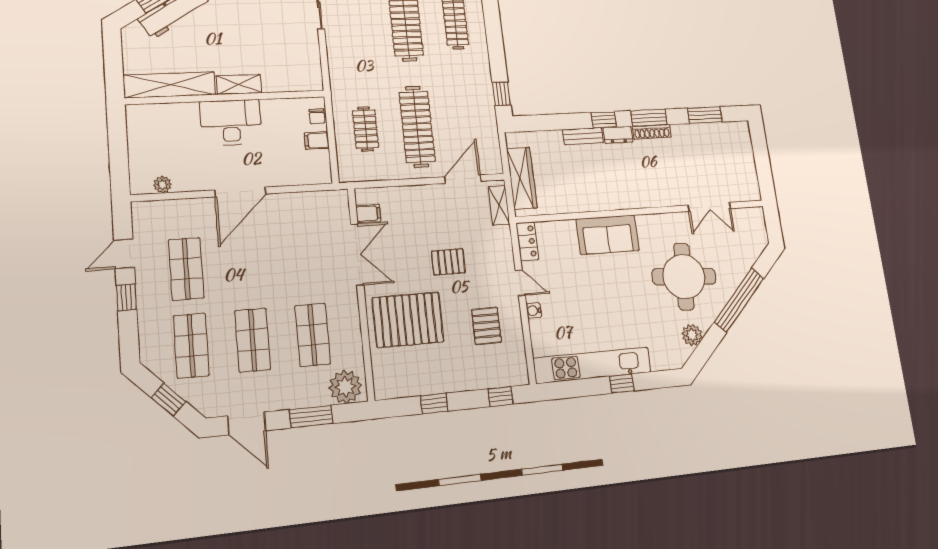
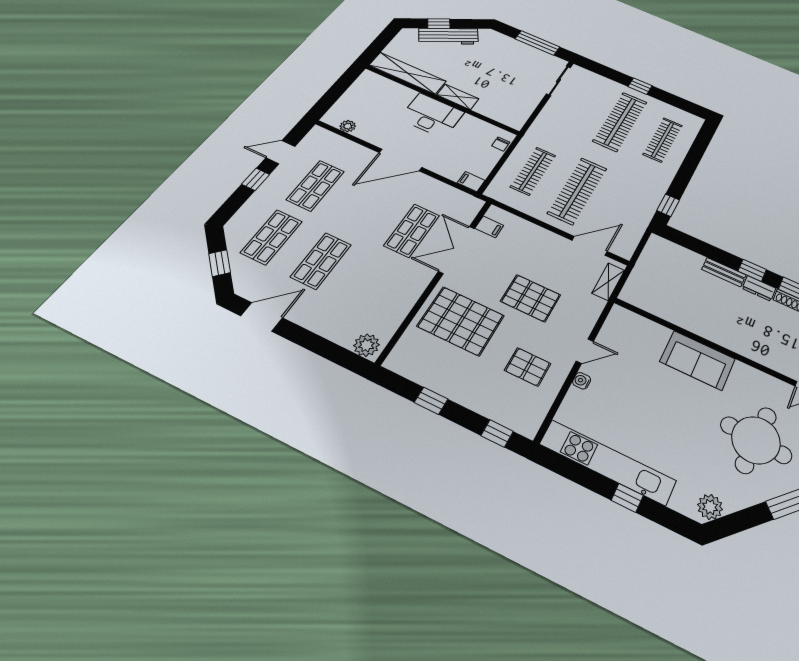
clothes rail: (366, 129) -> (533, 171), width x1.36
filing cabinet: (317, 141) -> (471, 182), moved
wardrobe: (522, 178) -> (644, 273), removed
locker: (527, 241) -> (615, 323), removed
double door: (357, 255) -> (457, 250), swing flipped
pallet: (448, 262) -> (531, 298), width x1.50, depth x1.42
door: (520, 283) -> (585, 351), hinge flipped
pallet: (486, 326) -> (528, 367), turned 90
shop shelf: (313, 335) -> (412, 230), moved
plant: (692, 335) -> (710, 507), moved
plant: (345, 387) -> (367, 345), width x0.73, depth x0.73
window: (311, 417) -> (317, 344), removed
door: (247, 423) -> (262, 317), swing flipped

